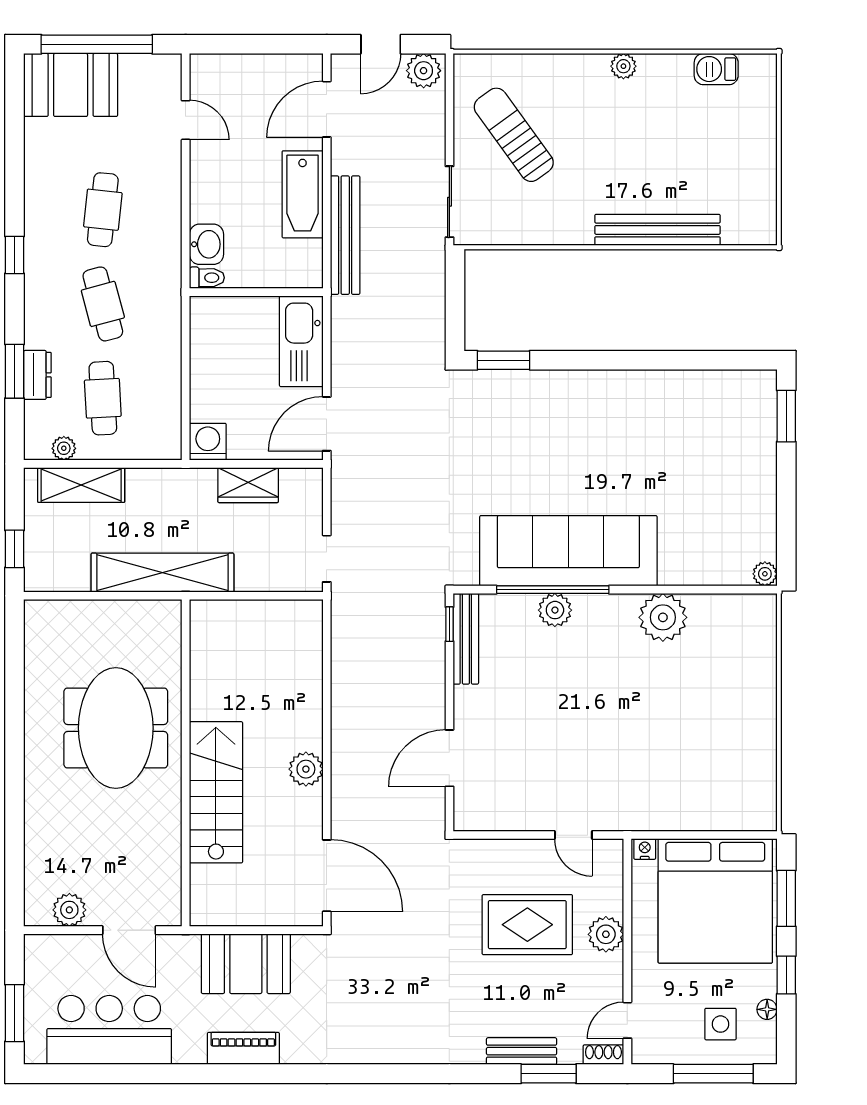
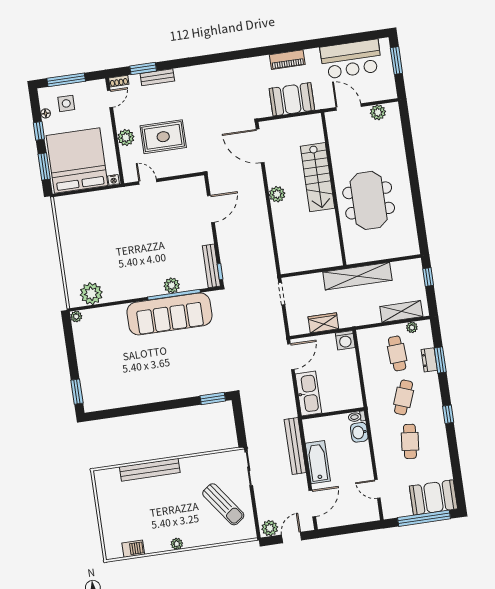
cafe table: (103, 304) -> (404, 397), turned 36
plant: (663, 617) -> (91, 294), moved

